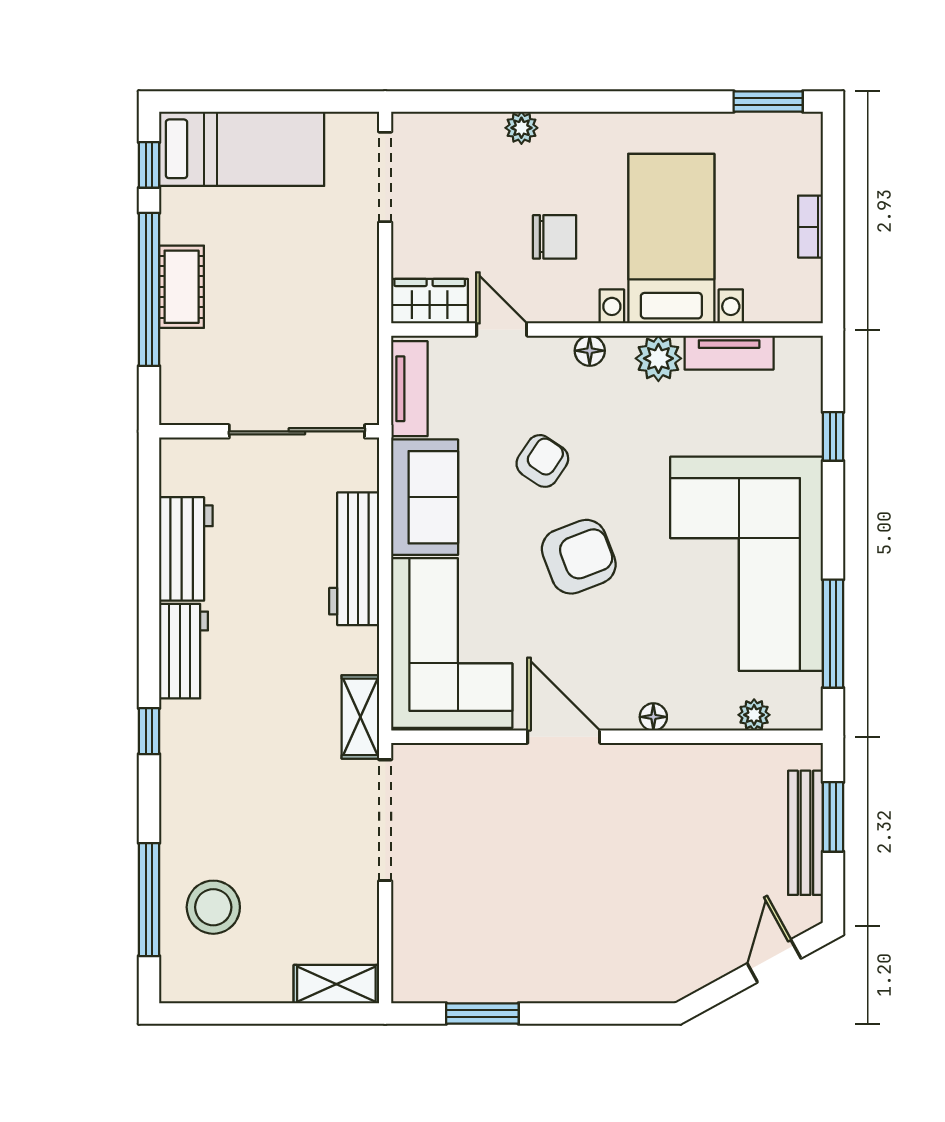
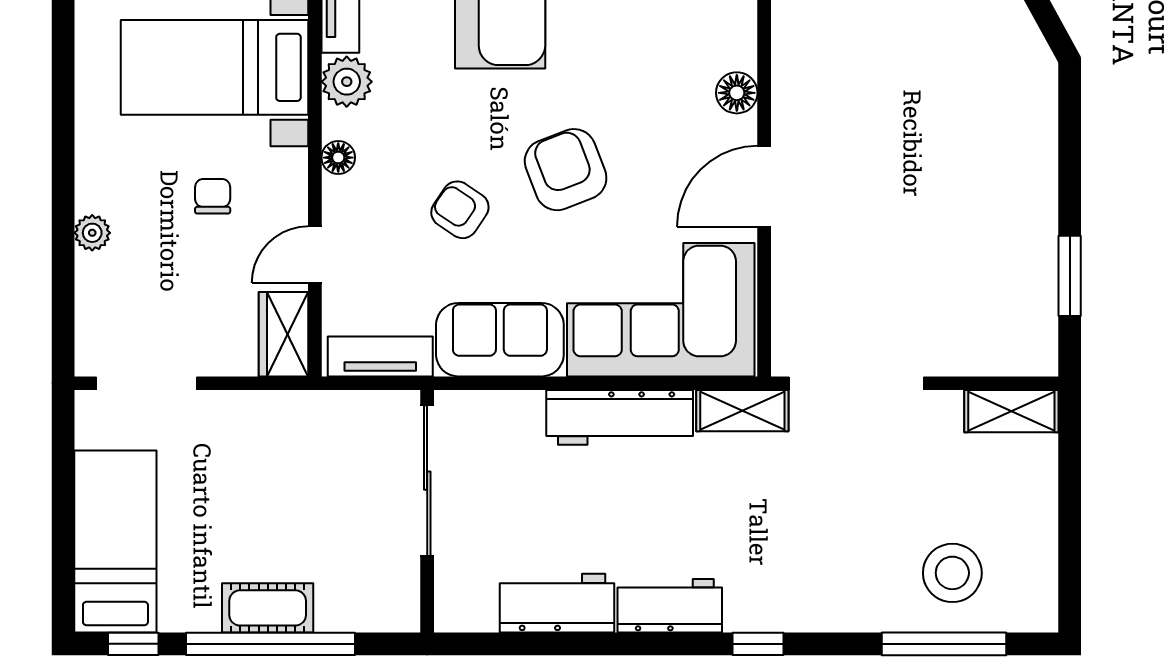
chair: (555, 237) -> (213, 196), width x0.73, depth x0.73
workbench: (354, 559) -> (620, 417), moved
floor lamp: (653, 717) -> (737, 93), width x1.37, depth x1.37
shelving: (336, 984) -> (1011, 411), moved, turned 90

